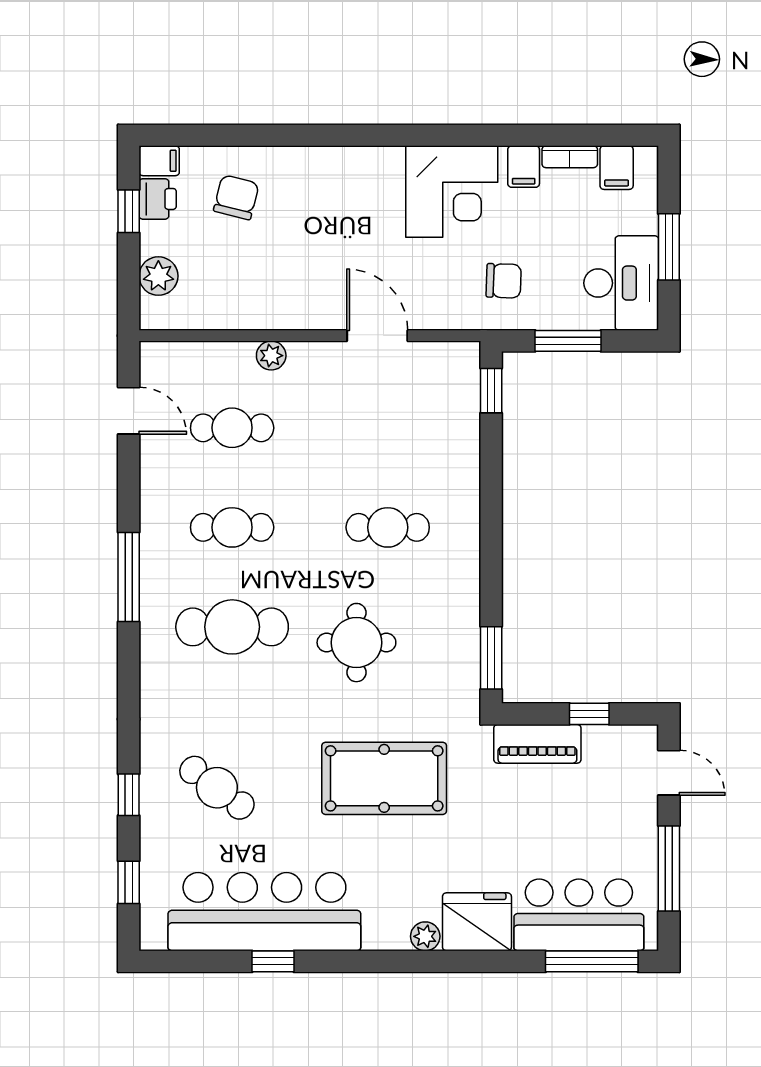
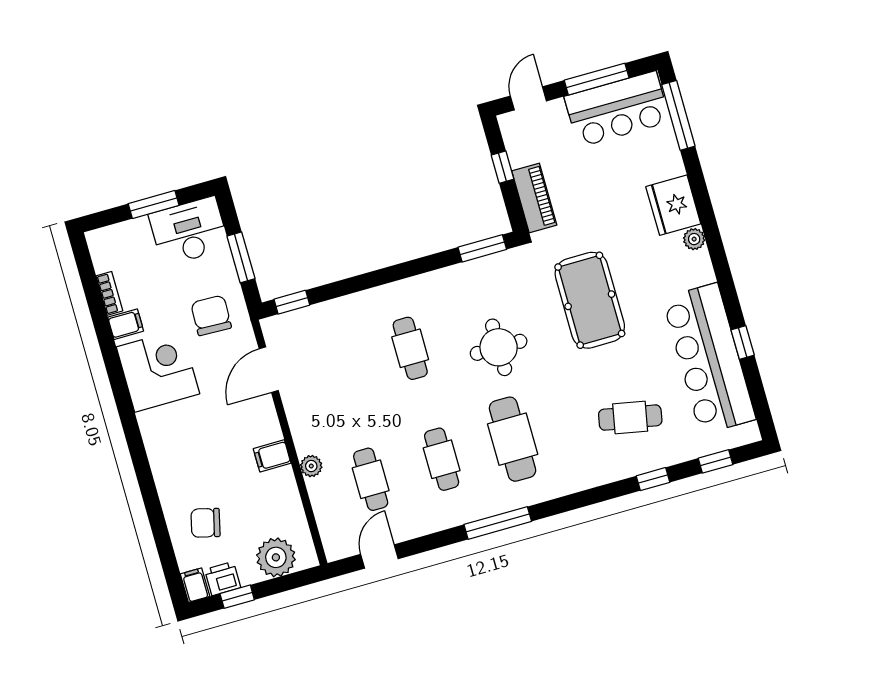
filing cabinet: (617, 168) -> (272, 456), moved, turned 180
plant: (158, 276) -> (276, 557), width x1.36, depth x1.36
chair: (504, 281) -> (211, 315), width x1.37, depth x1.37
door: (377, 336) -> (269, 370), moved
cafe table: (217, 788) -> (630, 418), turned 64
bar counter: (579, 915) -> (617, 109), moved, turned -90

